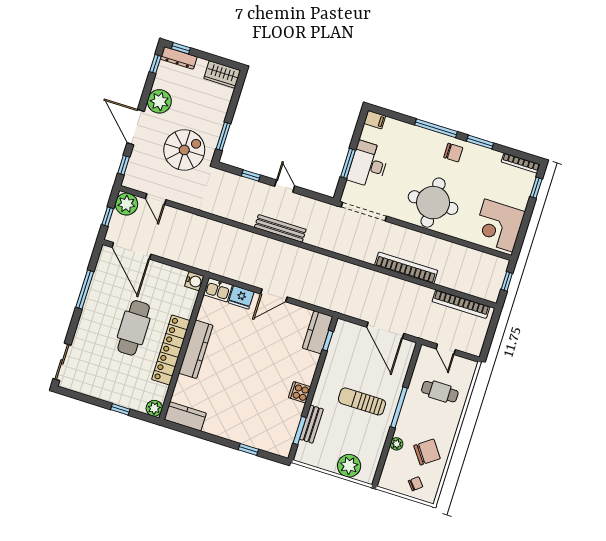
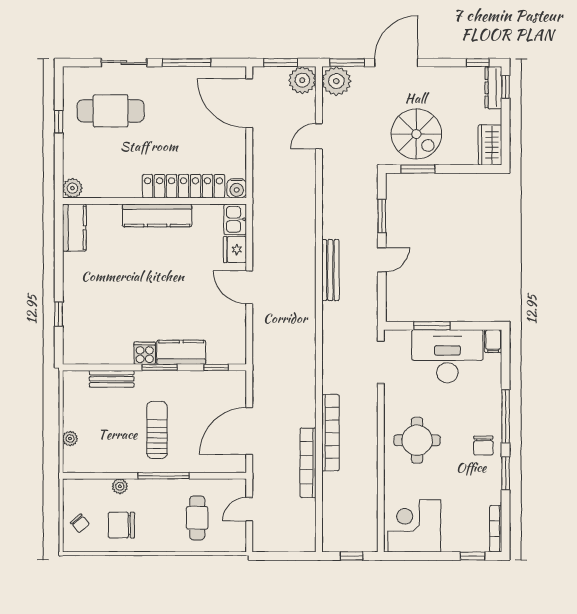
plant: (159, 101) -> (336, 81), moved
spiral stairs: (184, 150) -> (416, 134), moved
window: (124, 165) -> (347, 63), width x1.50
desk: (368, 165) -> (447, 356), width x1.36, depth x1.30
window: (251, 175) -> (382, 216), width x1.50
door: (156, 199) -> (319, 136), moved
round table: (433, 203) -> (417, 440), width x0.73, depth x0.73
doorway: (364, 212) -> (381, 362), width x0.73
window: (108, 217) -> (281, 63), width x1.50
door: (131, 251) -> (249, 103), hinge flipped
bookcase: (461, 304) -> (308, 463), moved
cafe table: (134, 328) -> (111, 111), moved
kitchen counter: (318, 332) -> (181, 352), moved
locker: (171, 350) -> (184, 186), moved
sliding door: (62, 362) -> (124, 63), moved
window: (120, 409) -> (59, 122), moved
window: (300, 430) -> (160, 367), moved
chair: (427, 452) -> (121, 525), turned 126
plant: (349, 466) -> (70, 438), width x0.53, depth x0.53

